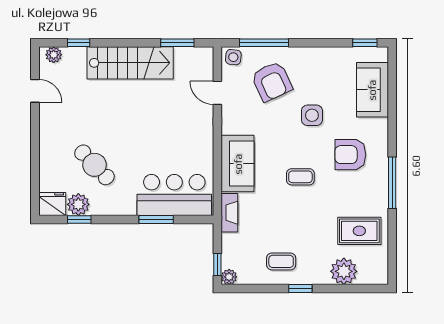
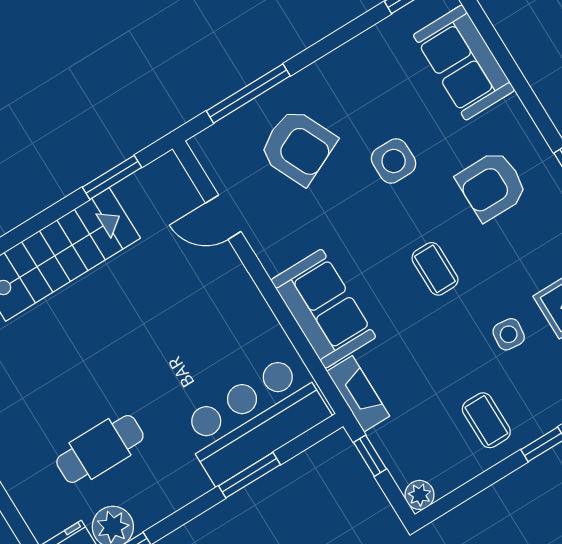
side table: (233, 57) -> (509, 334), moved
cafe table: (94, 165) -> (100, 449), turned -46
coffee table: (300, 177) -> (435, 269), turned 90
coffee table: (281, 261) -> (486, 420), turned 90
window: (217, 265) -> (370, 456), moved

